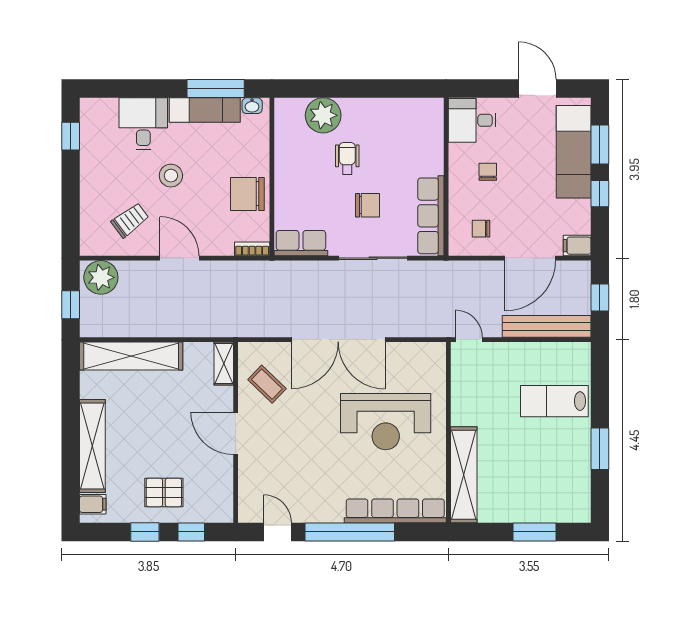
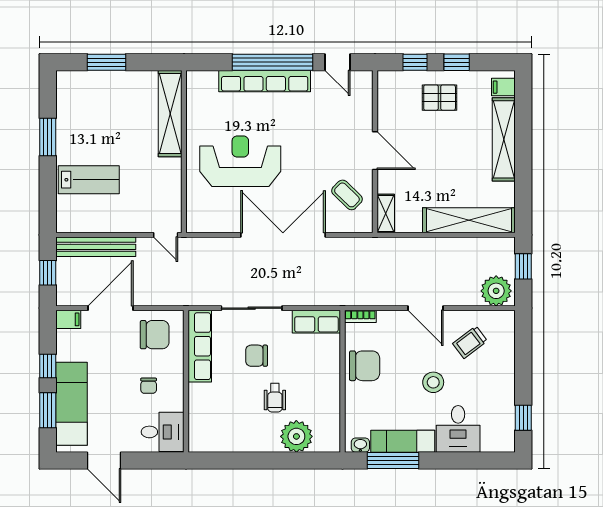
chair: (481, 229) -> (155, 335), width x1.87, depth x1.87
row of seats: (395, 511) -> (265, 81), moved

